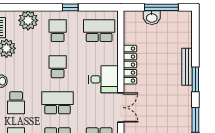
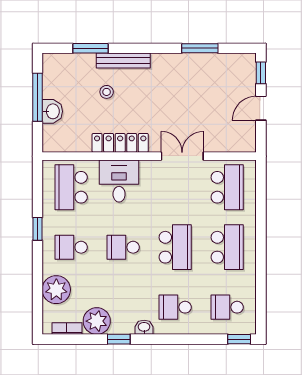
stool: (165, 55) -> (107, 92), added
desk: (103, 79) -> (119, 181), moved
window: (195, 79) -> (90, 48), moved
school desk: (16, 103) -> (175, 307), turned 180
school desk: (58, 103) -> (175, 247), turned 180

